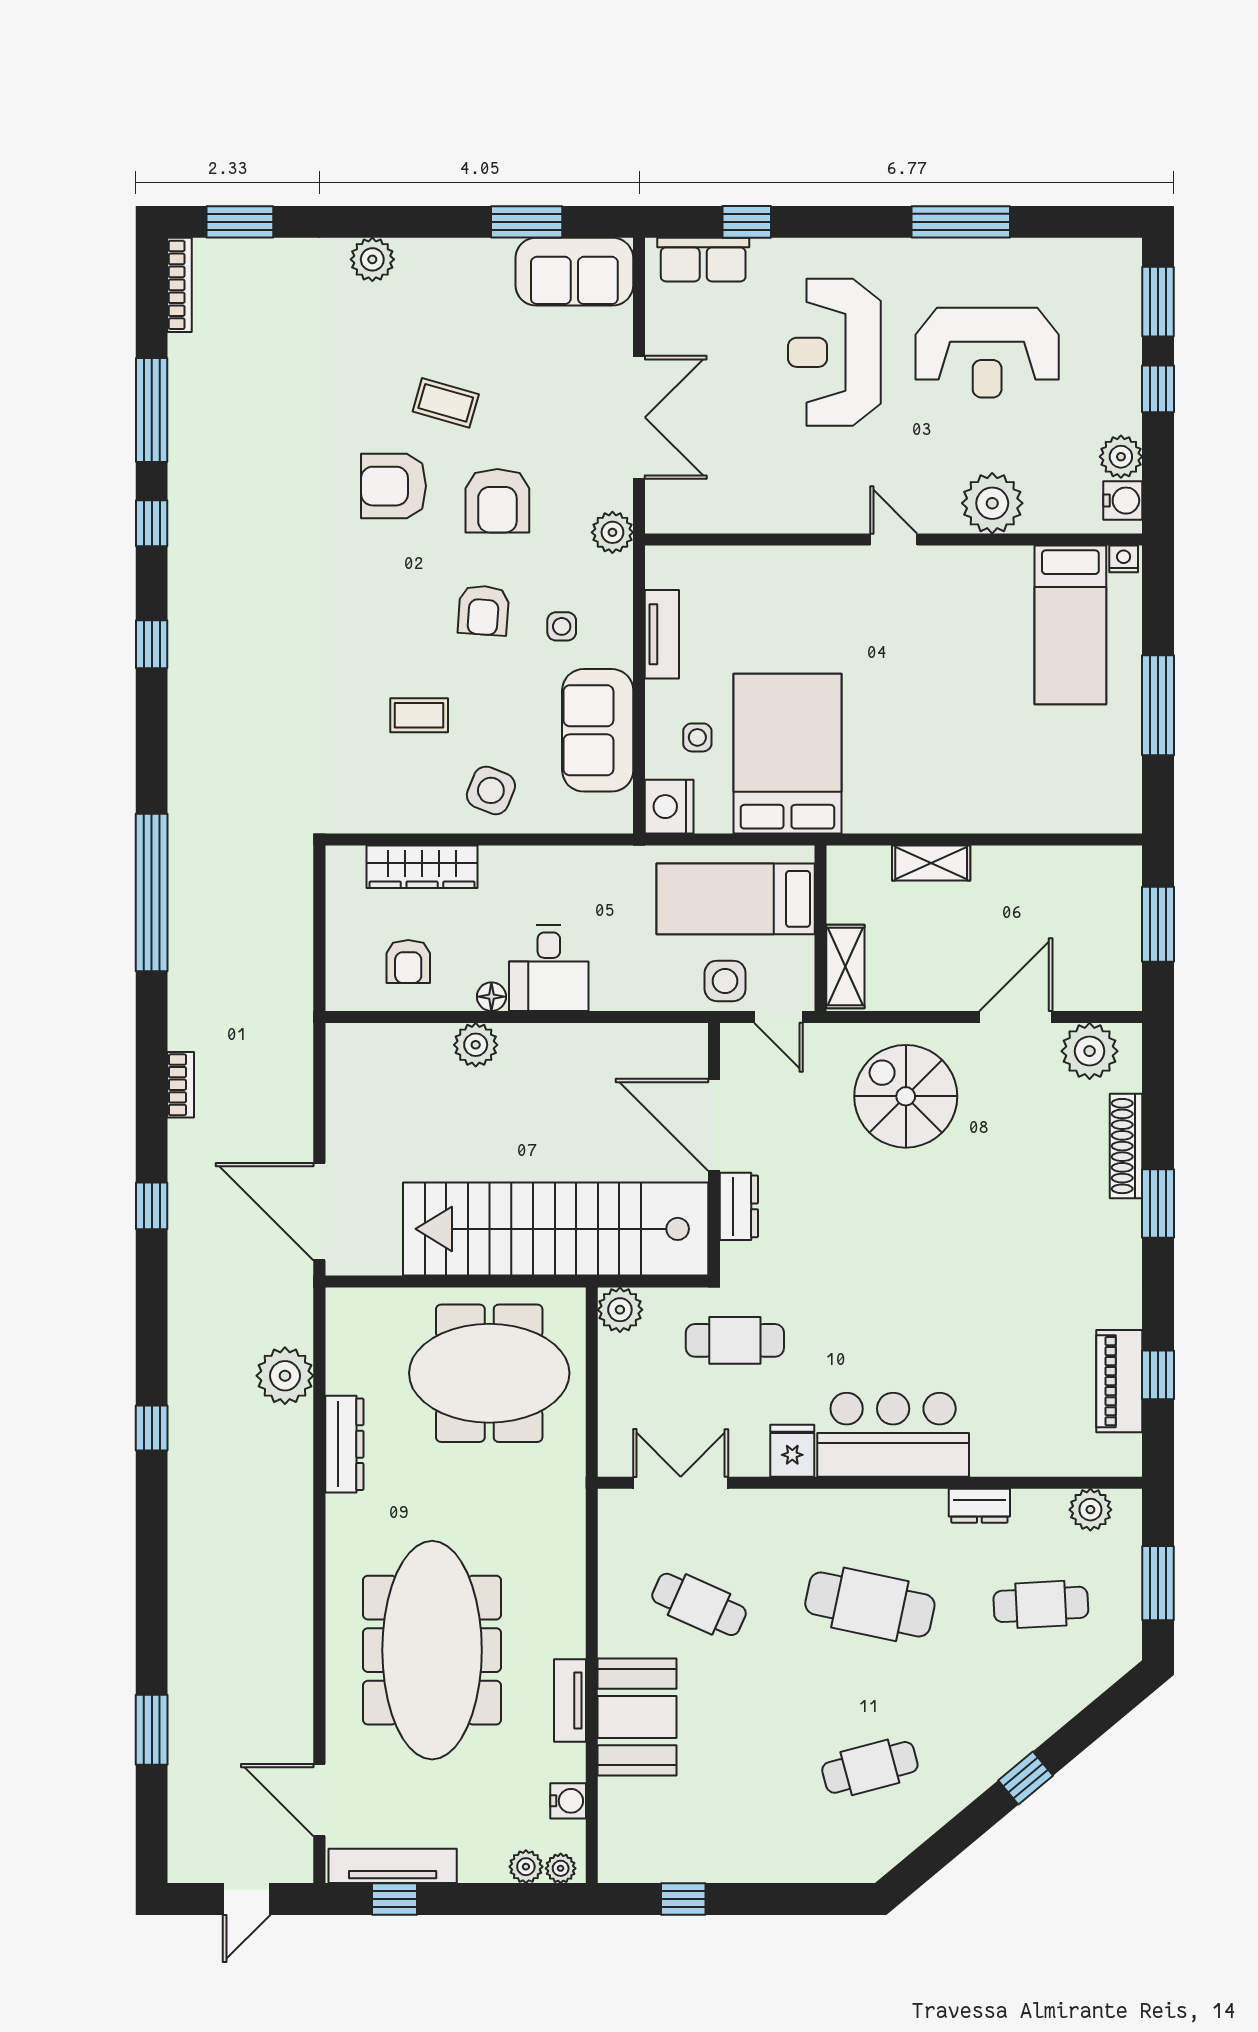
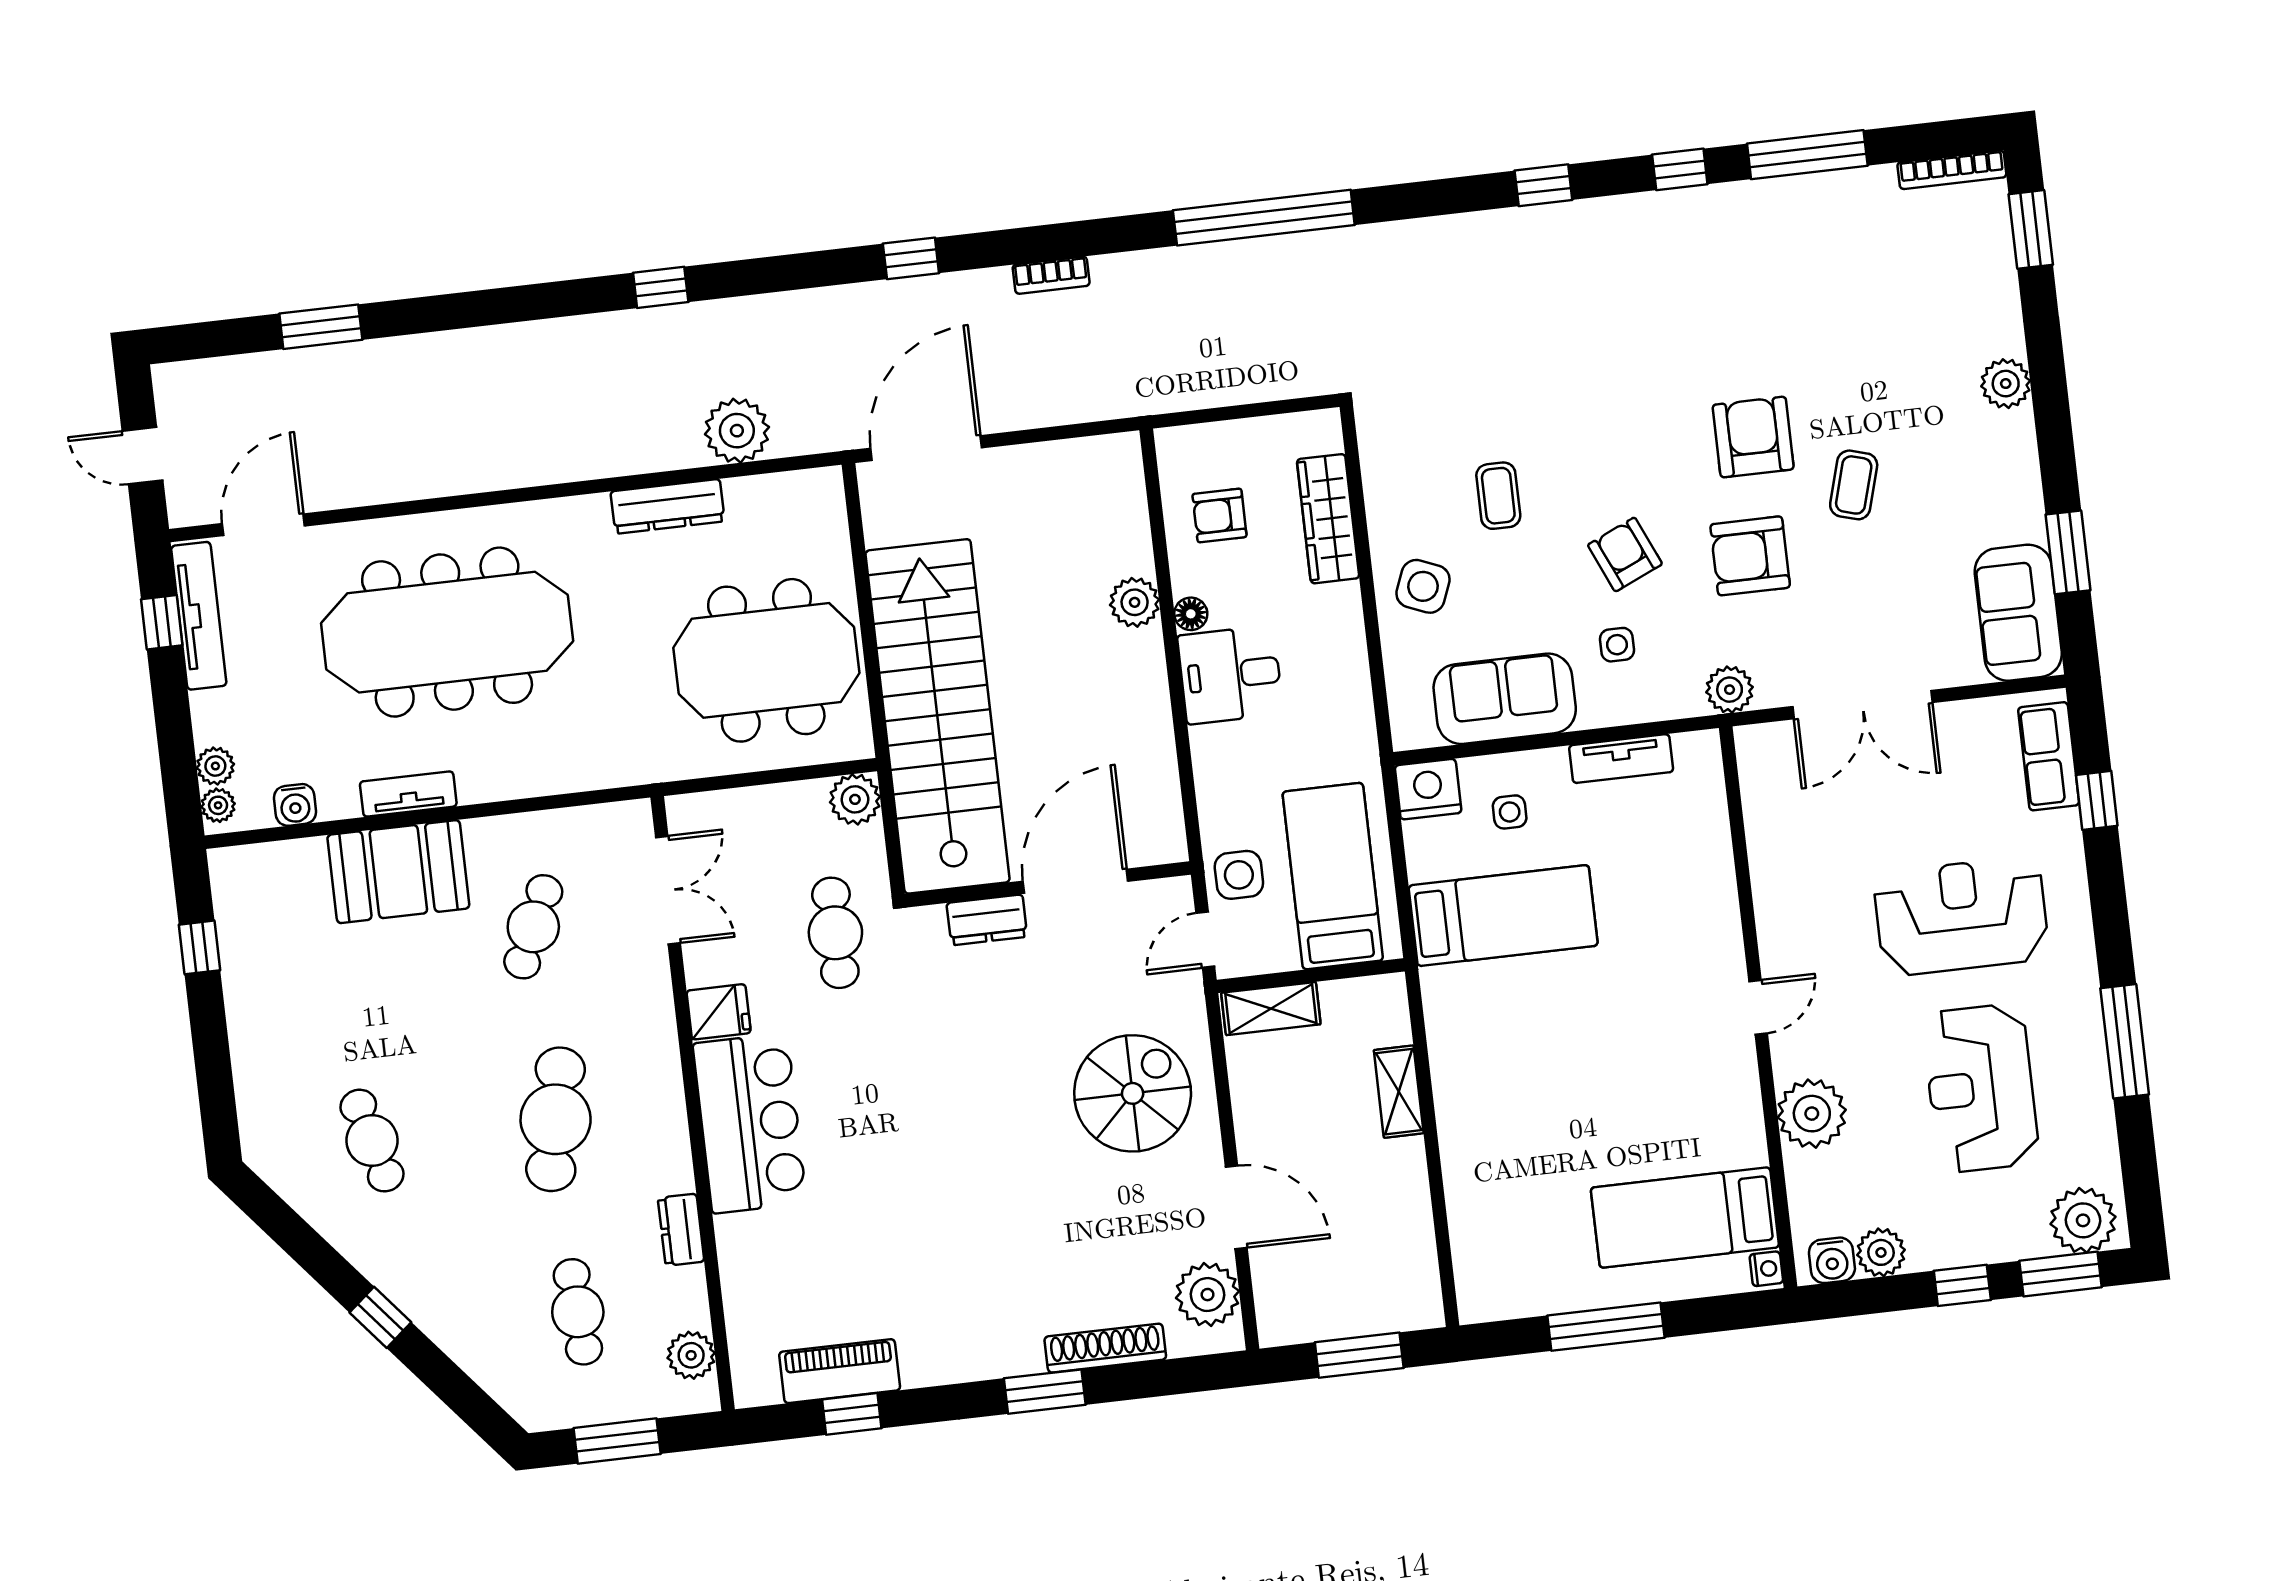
plant: (1113, 276) -> (2083, 1220), added
armchair: (483, 610) -> (1625, 554), turned 62
bed: (787, 754) -> (1503, 916), width x0.67
meeting table: (489, 1373) -> (766, 660), turned 90

